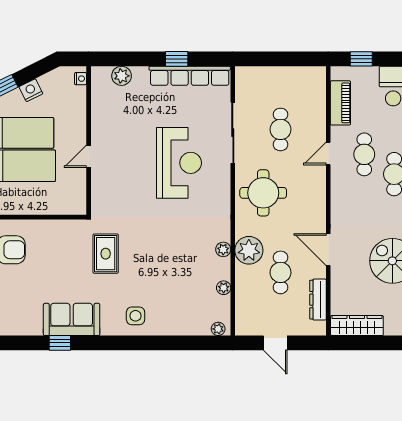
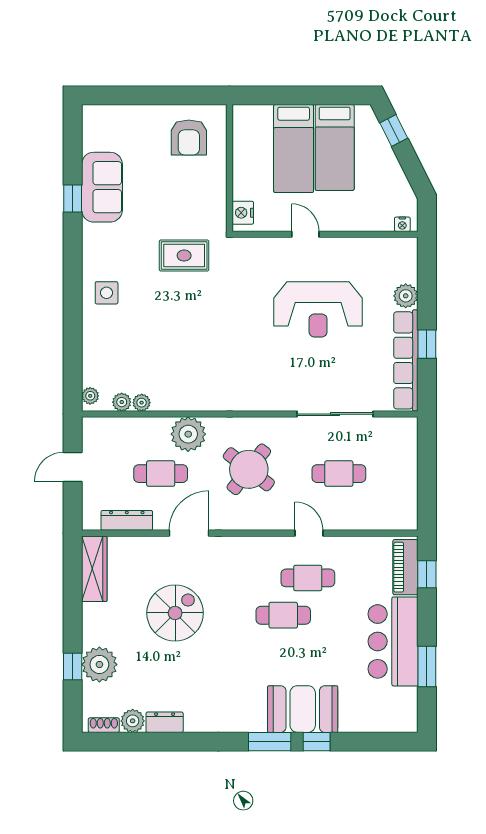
plant: (122, 76) -> (406, 296), moved
nightstand: (31, 90) -> (243, 213), moved, turned -153
piano: (340, 103) -> (405, 567), moved, turned 90
reception desk: (179, 163) -> (318, 309), moved
round table: (263, 193) -> (249, 469), moved, turned 38
plant: (223, 249) -> (122, 402), moved
sofa: (72, 319) -> (102, 187), moved

